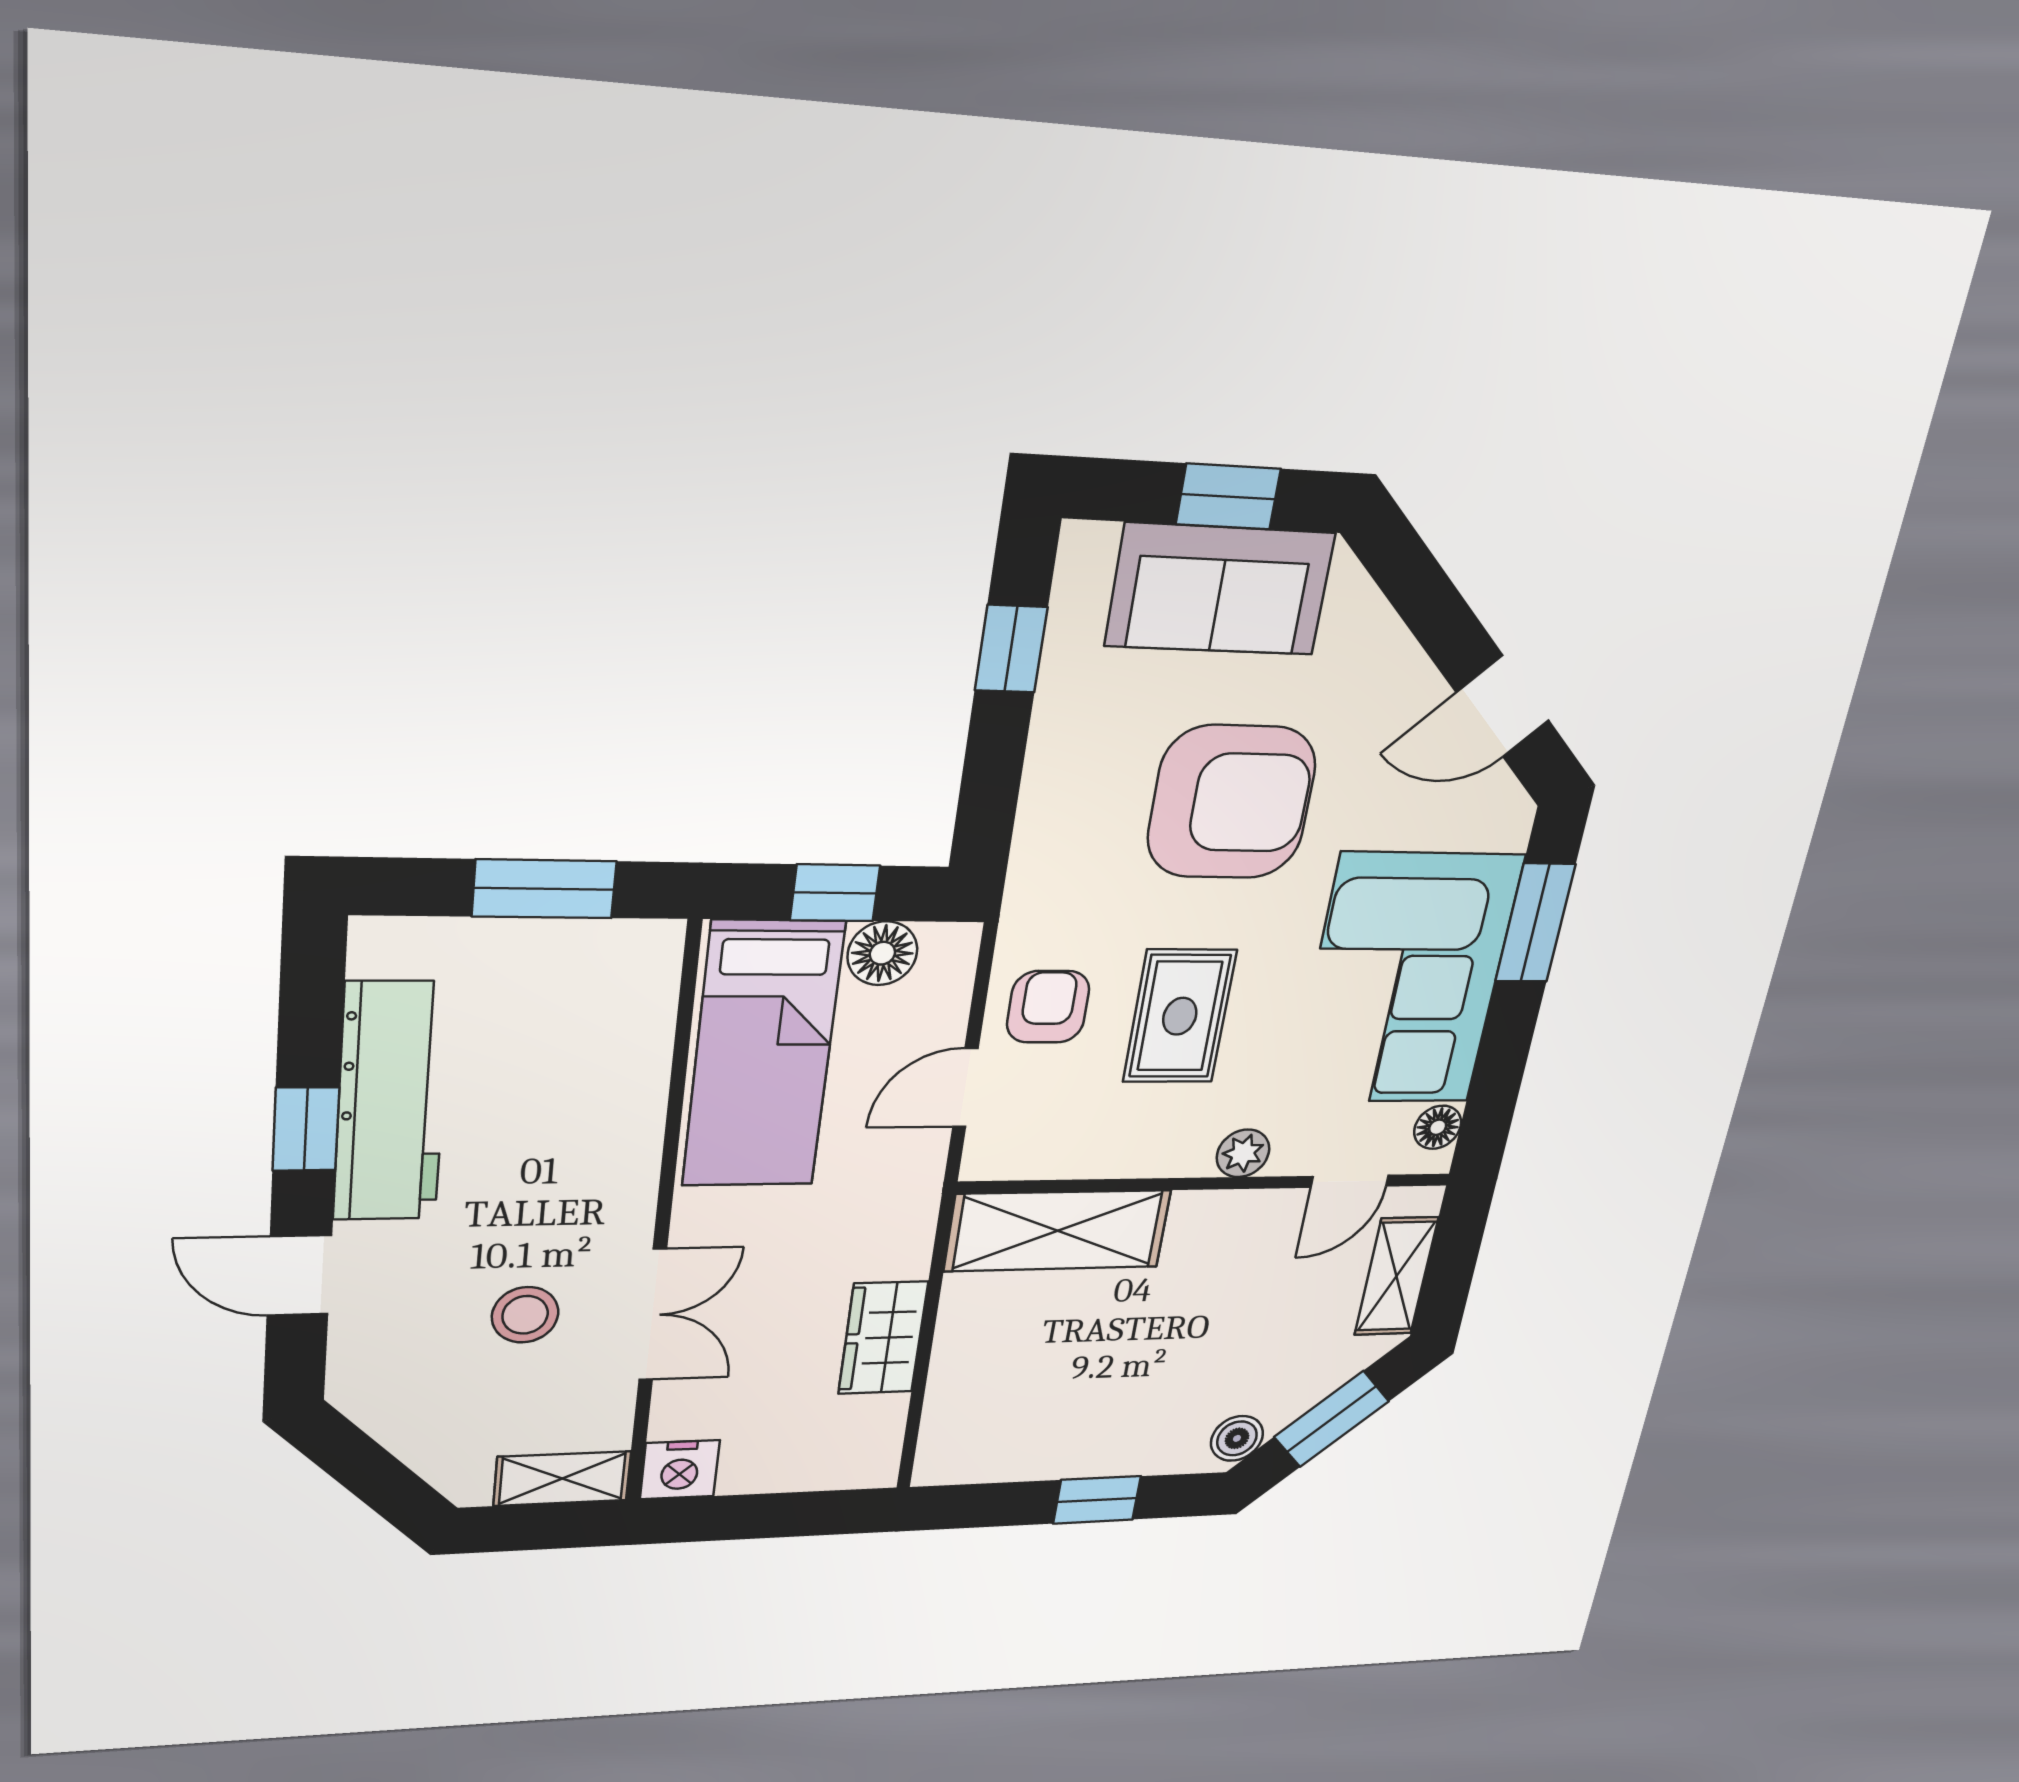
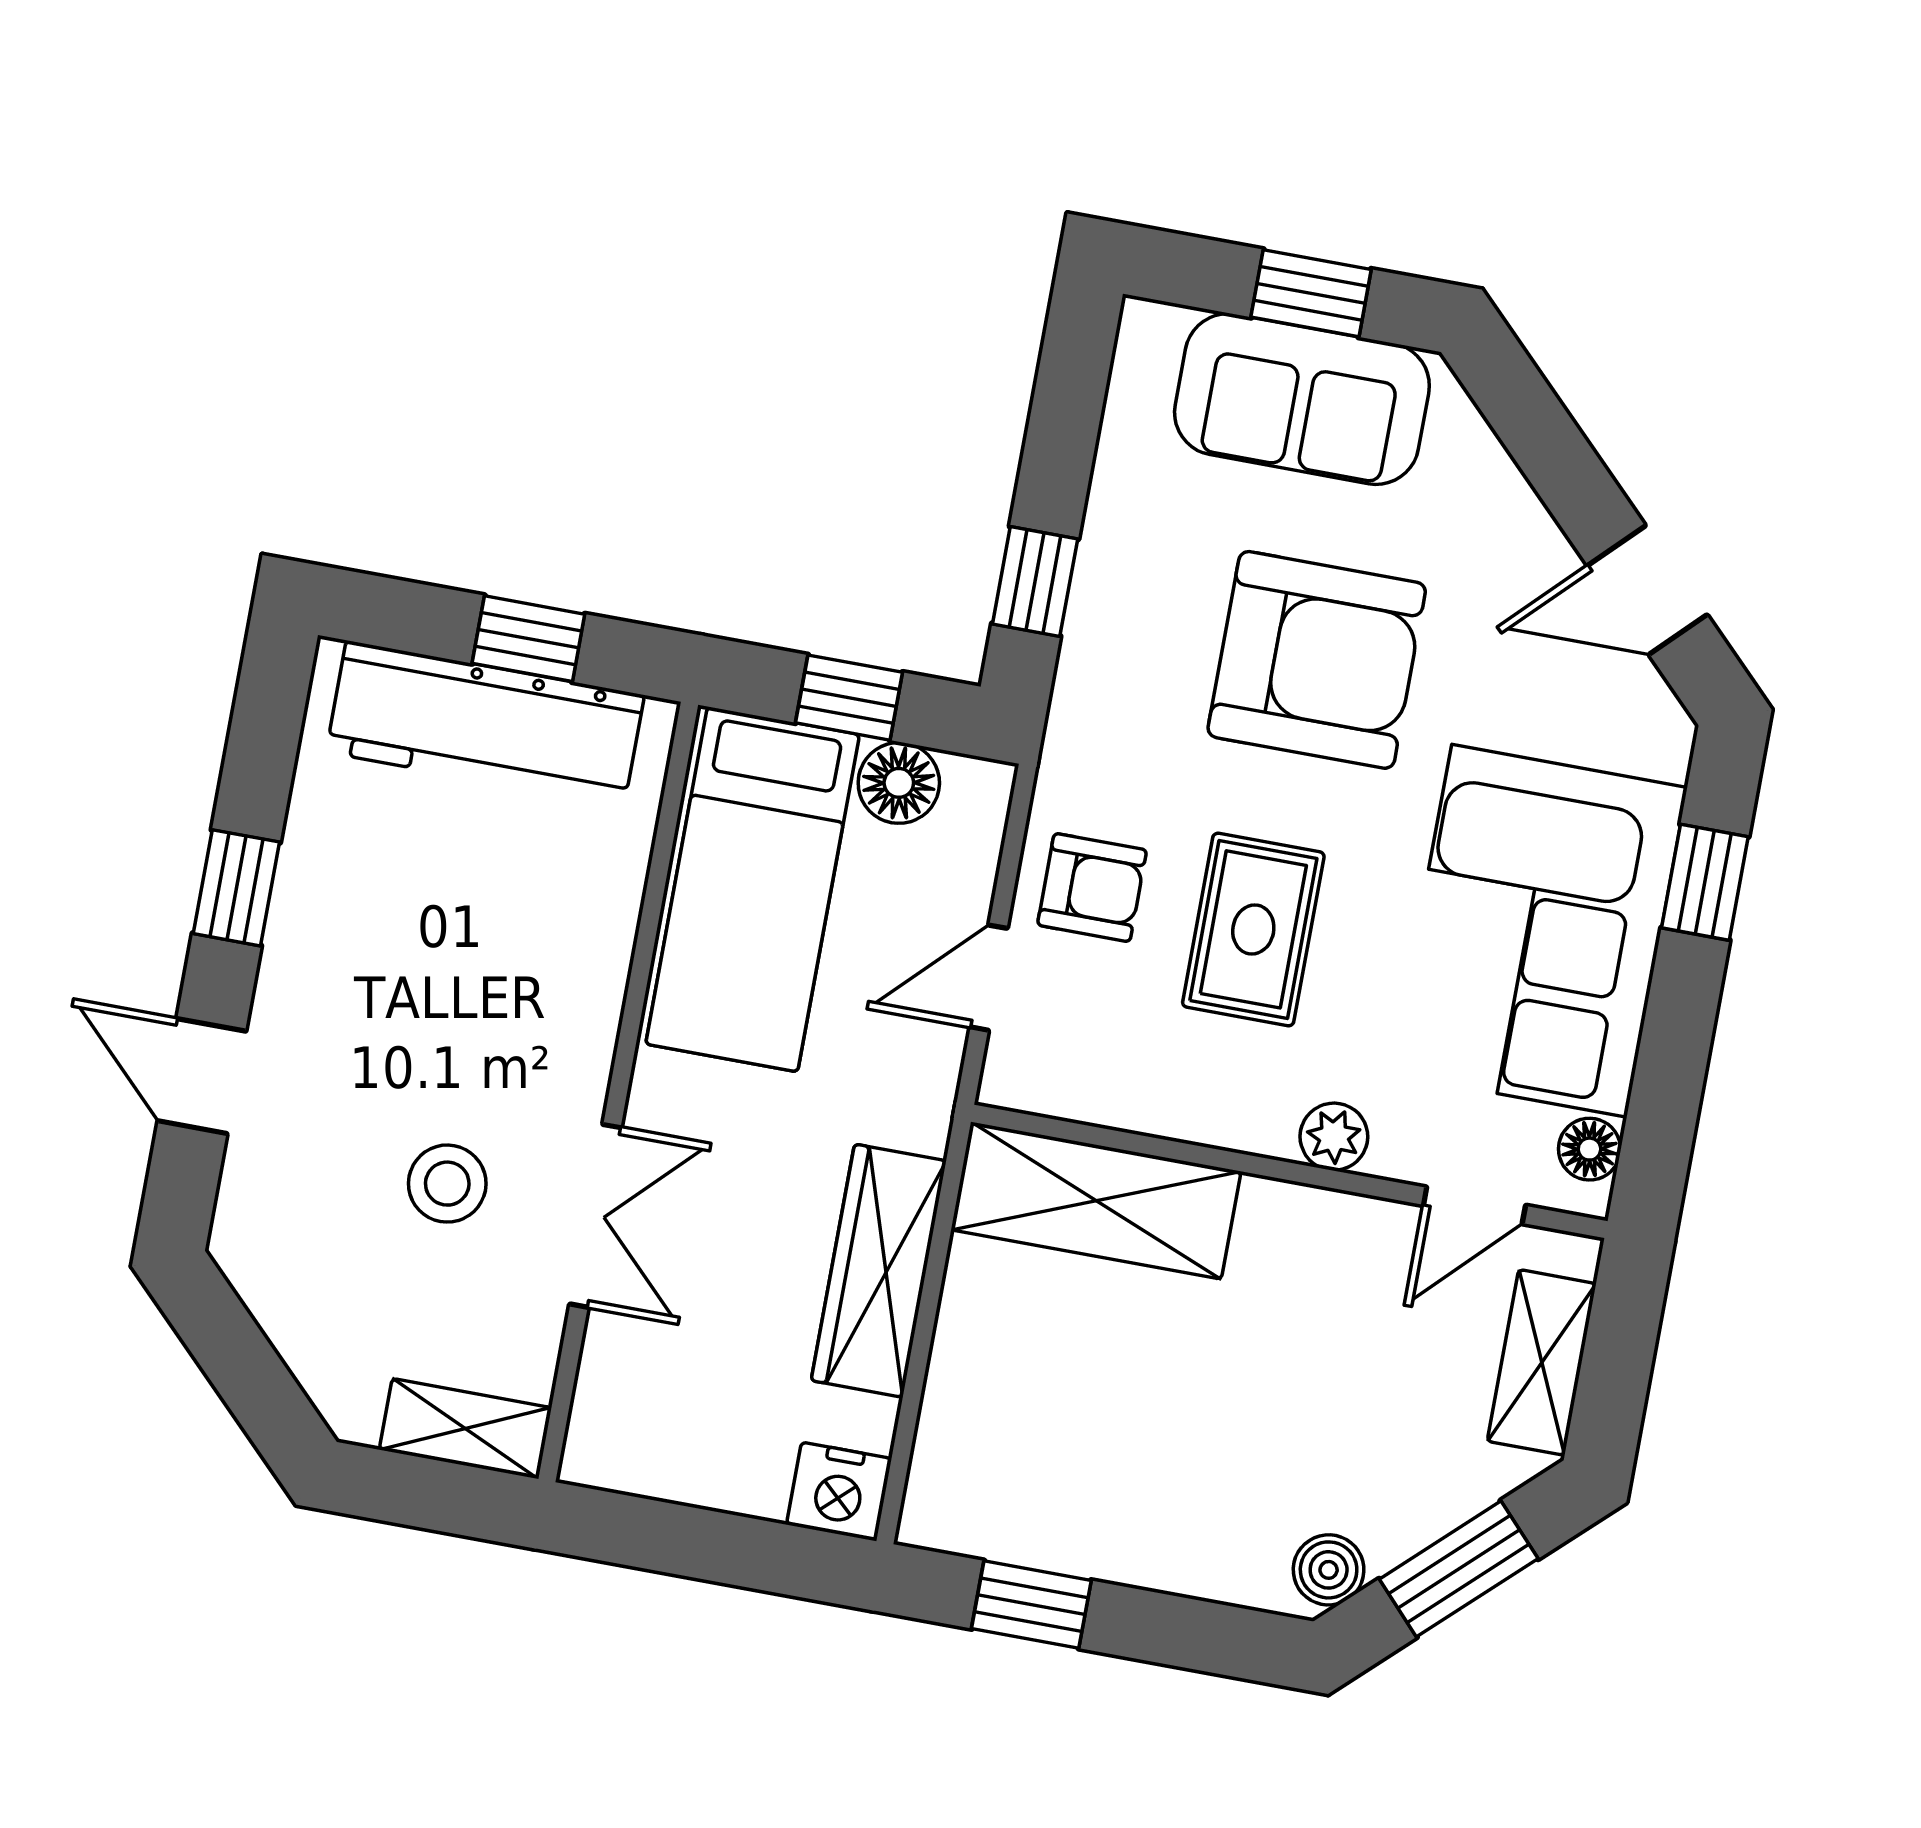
window: (1011, 649) -> (1035, 581), moved
window: (544, 889) -> (528, 639), width x0.67
window: (1535, 923) -> (1705, 882), width x0.67
armchair: (1048, 1007) -> (1092, 888), turned 90
workbench: (391, 1102) -> (485, 724), moved, turned 90
wardrobe: (883, 1338) -> (879, 1271), width x1.50
nightstand: (680, 1470) -> (839, 1492), moved
window: (1097, 1500) -> (1031, 1605), moved

